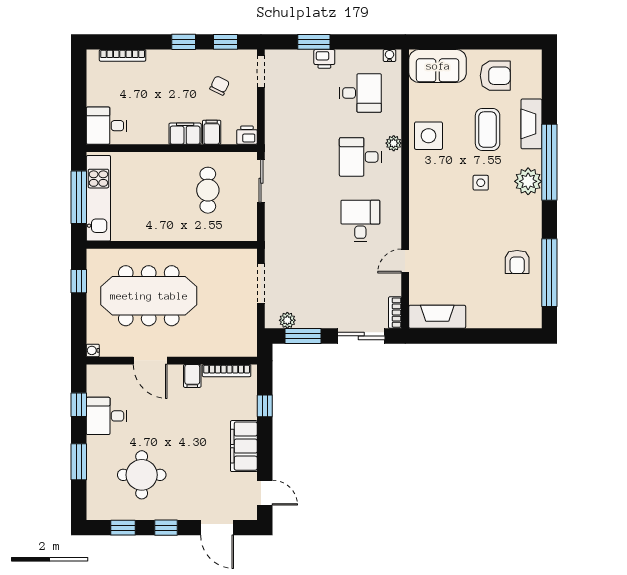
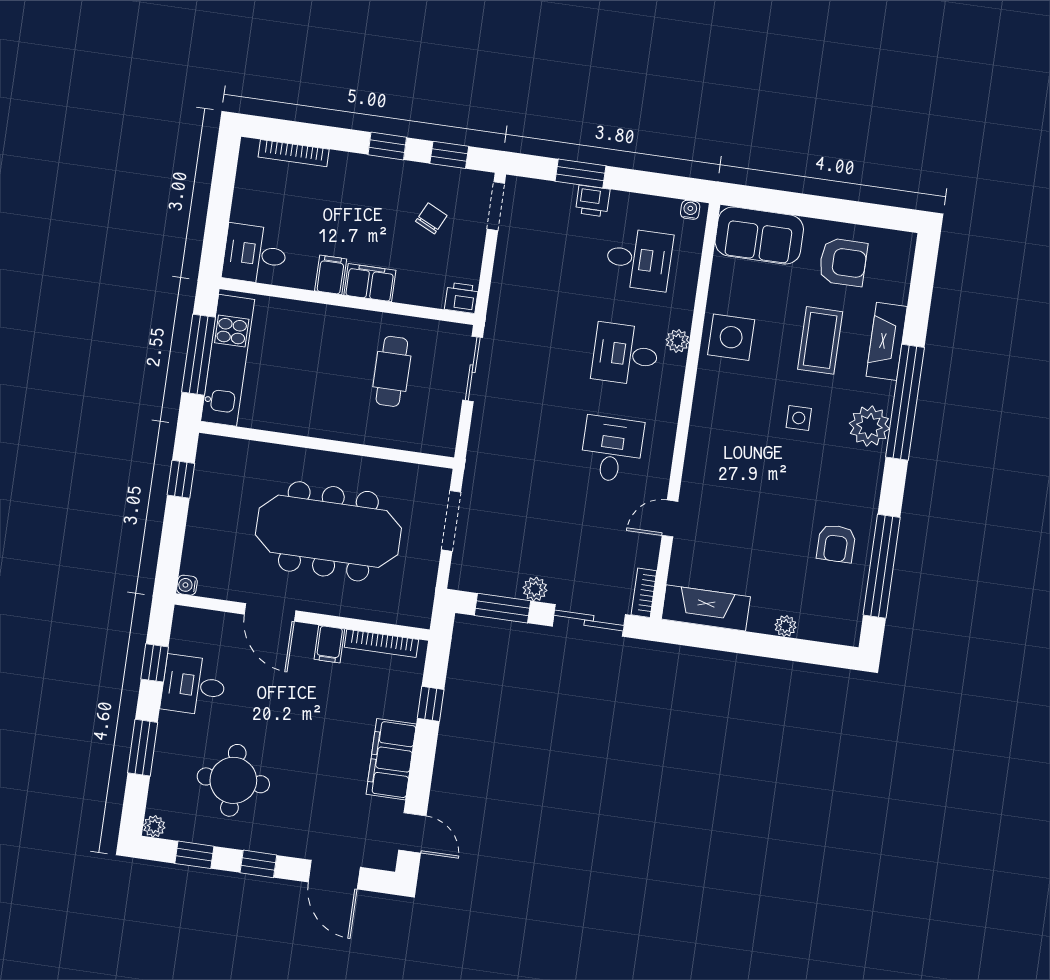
filing cabinet: (212, 132) -> (331, 275), moved
meeting table: (149, 296) -> (328, 531), moved
plant: (287, 320) -> (535, 589), moved
plant: (492, 321) -> (786, 626), added
plant: (94, 513) -> (154, 826), added

